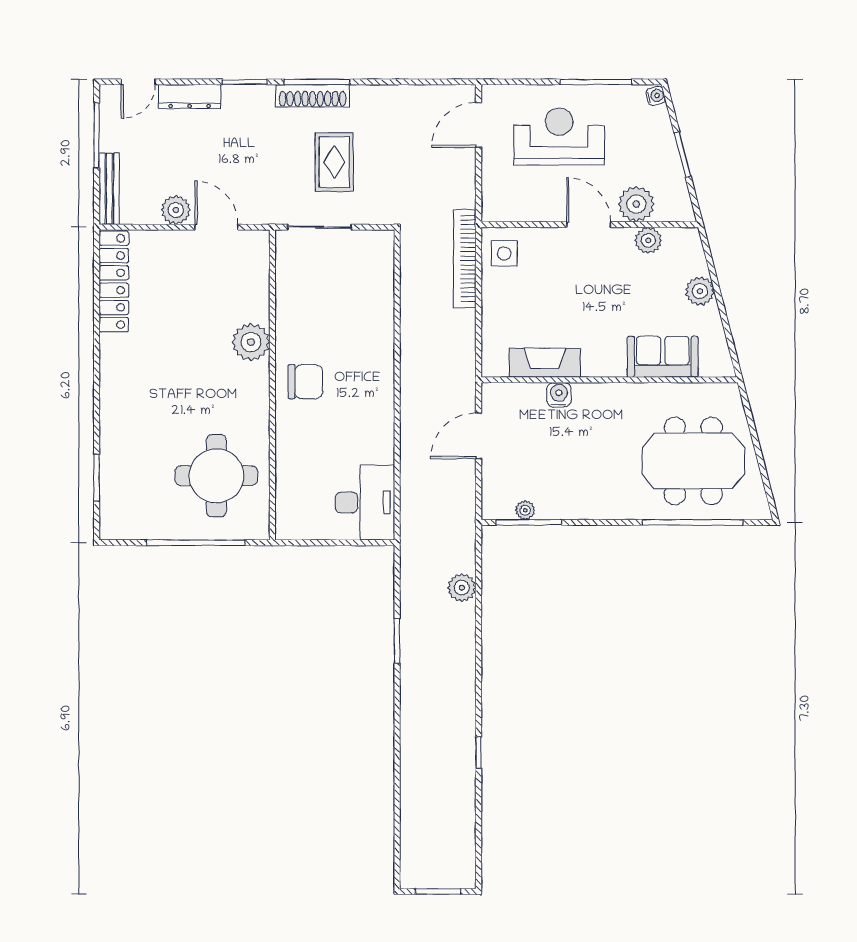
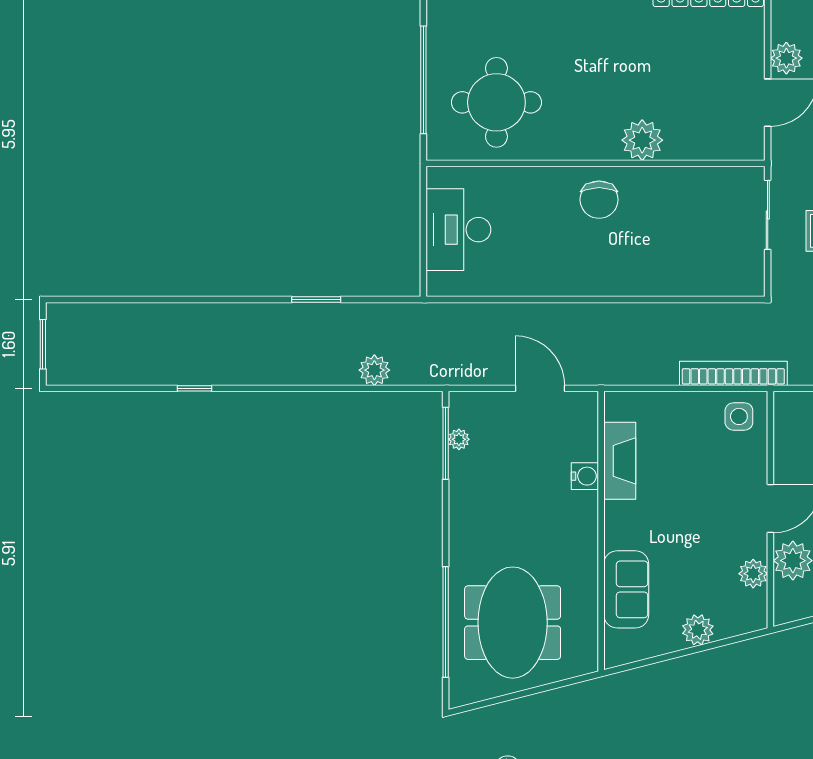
desk: (365, 503) -> (458, 230), moved, turned 90

